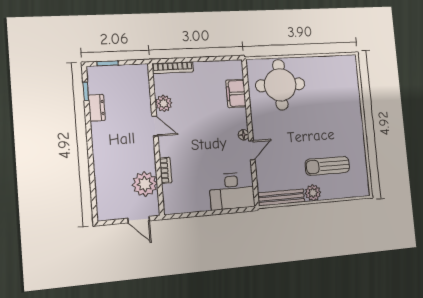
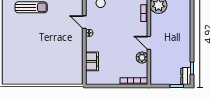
round table: (280, 85) -> (60, 66), removed
dresser: (97, 108) -> (186, 76), moved
door: (252, 150) -> (84, 22), hinge flipped

